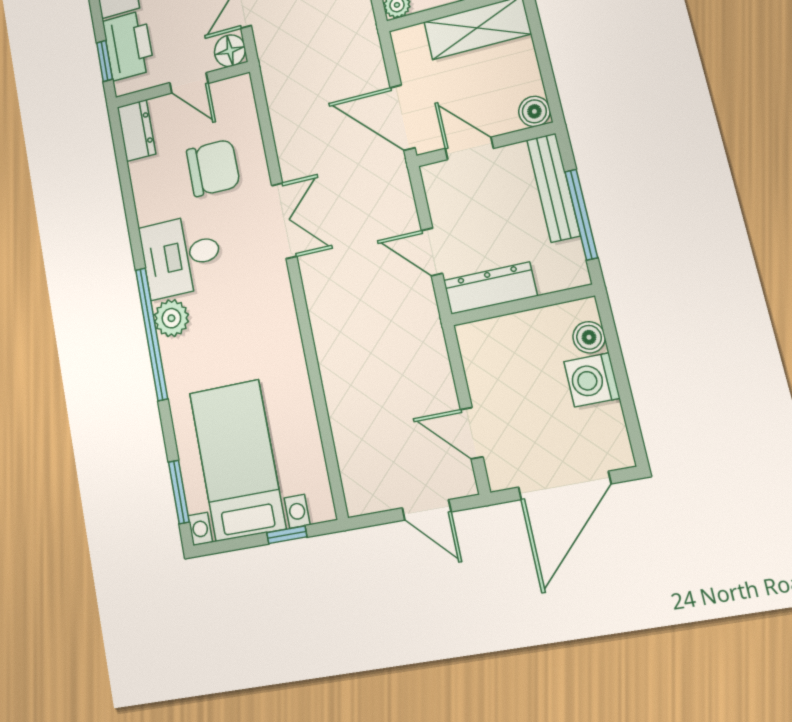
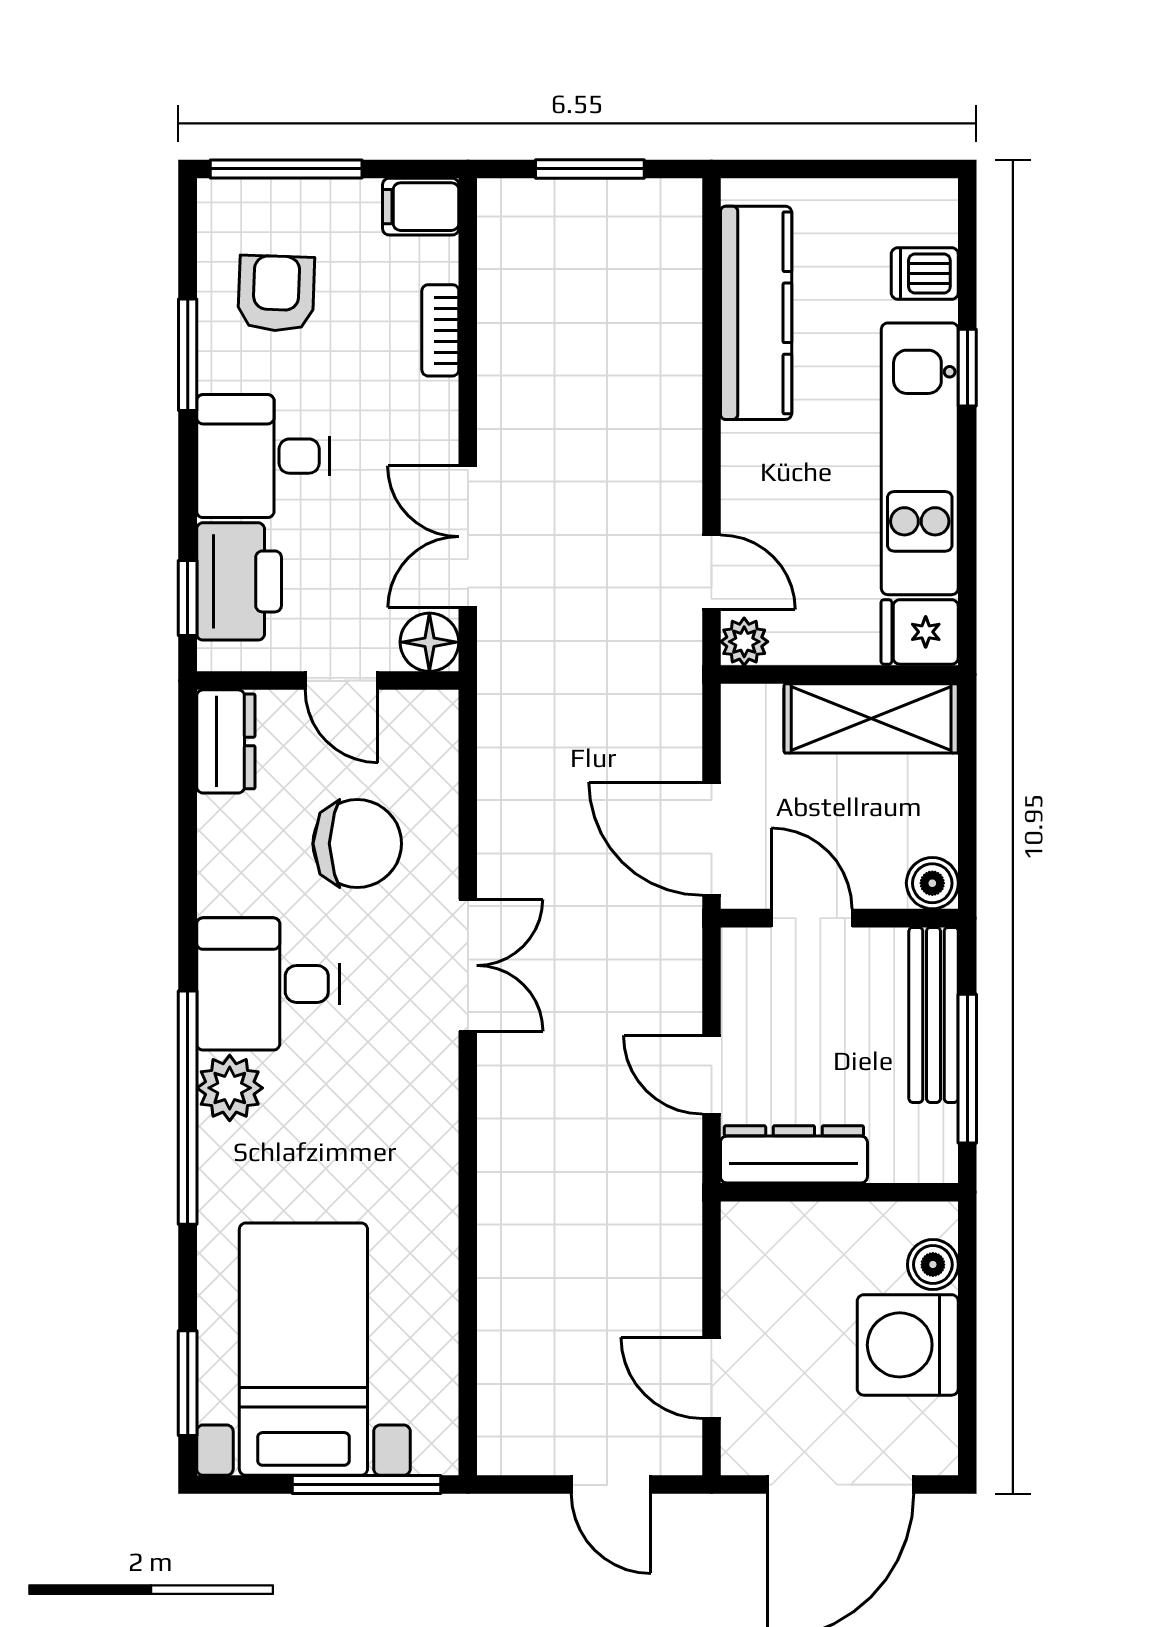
washing machine: (592, 380) -> (908, 1345), width x1.37, depth x1.37
window: (287, 535) -> (366, 1485), width x2.17

